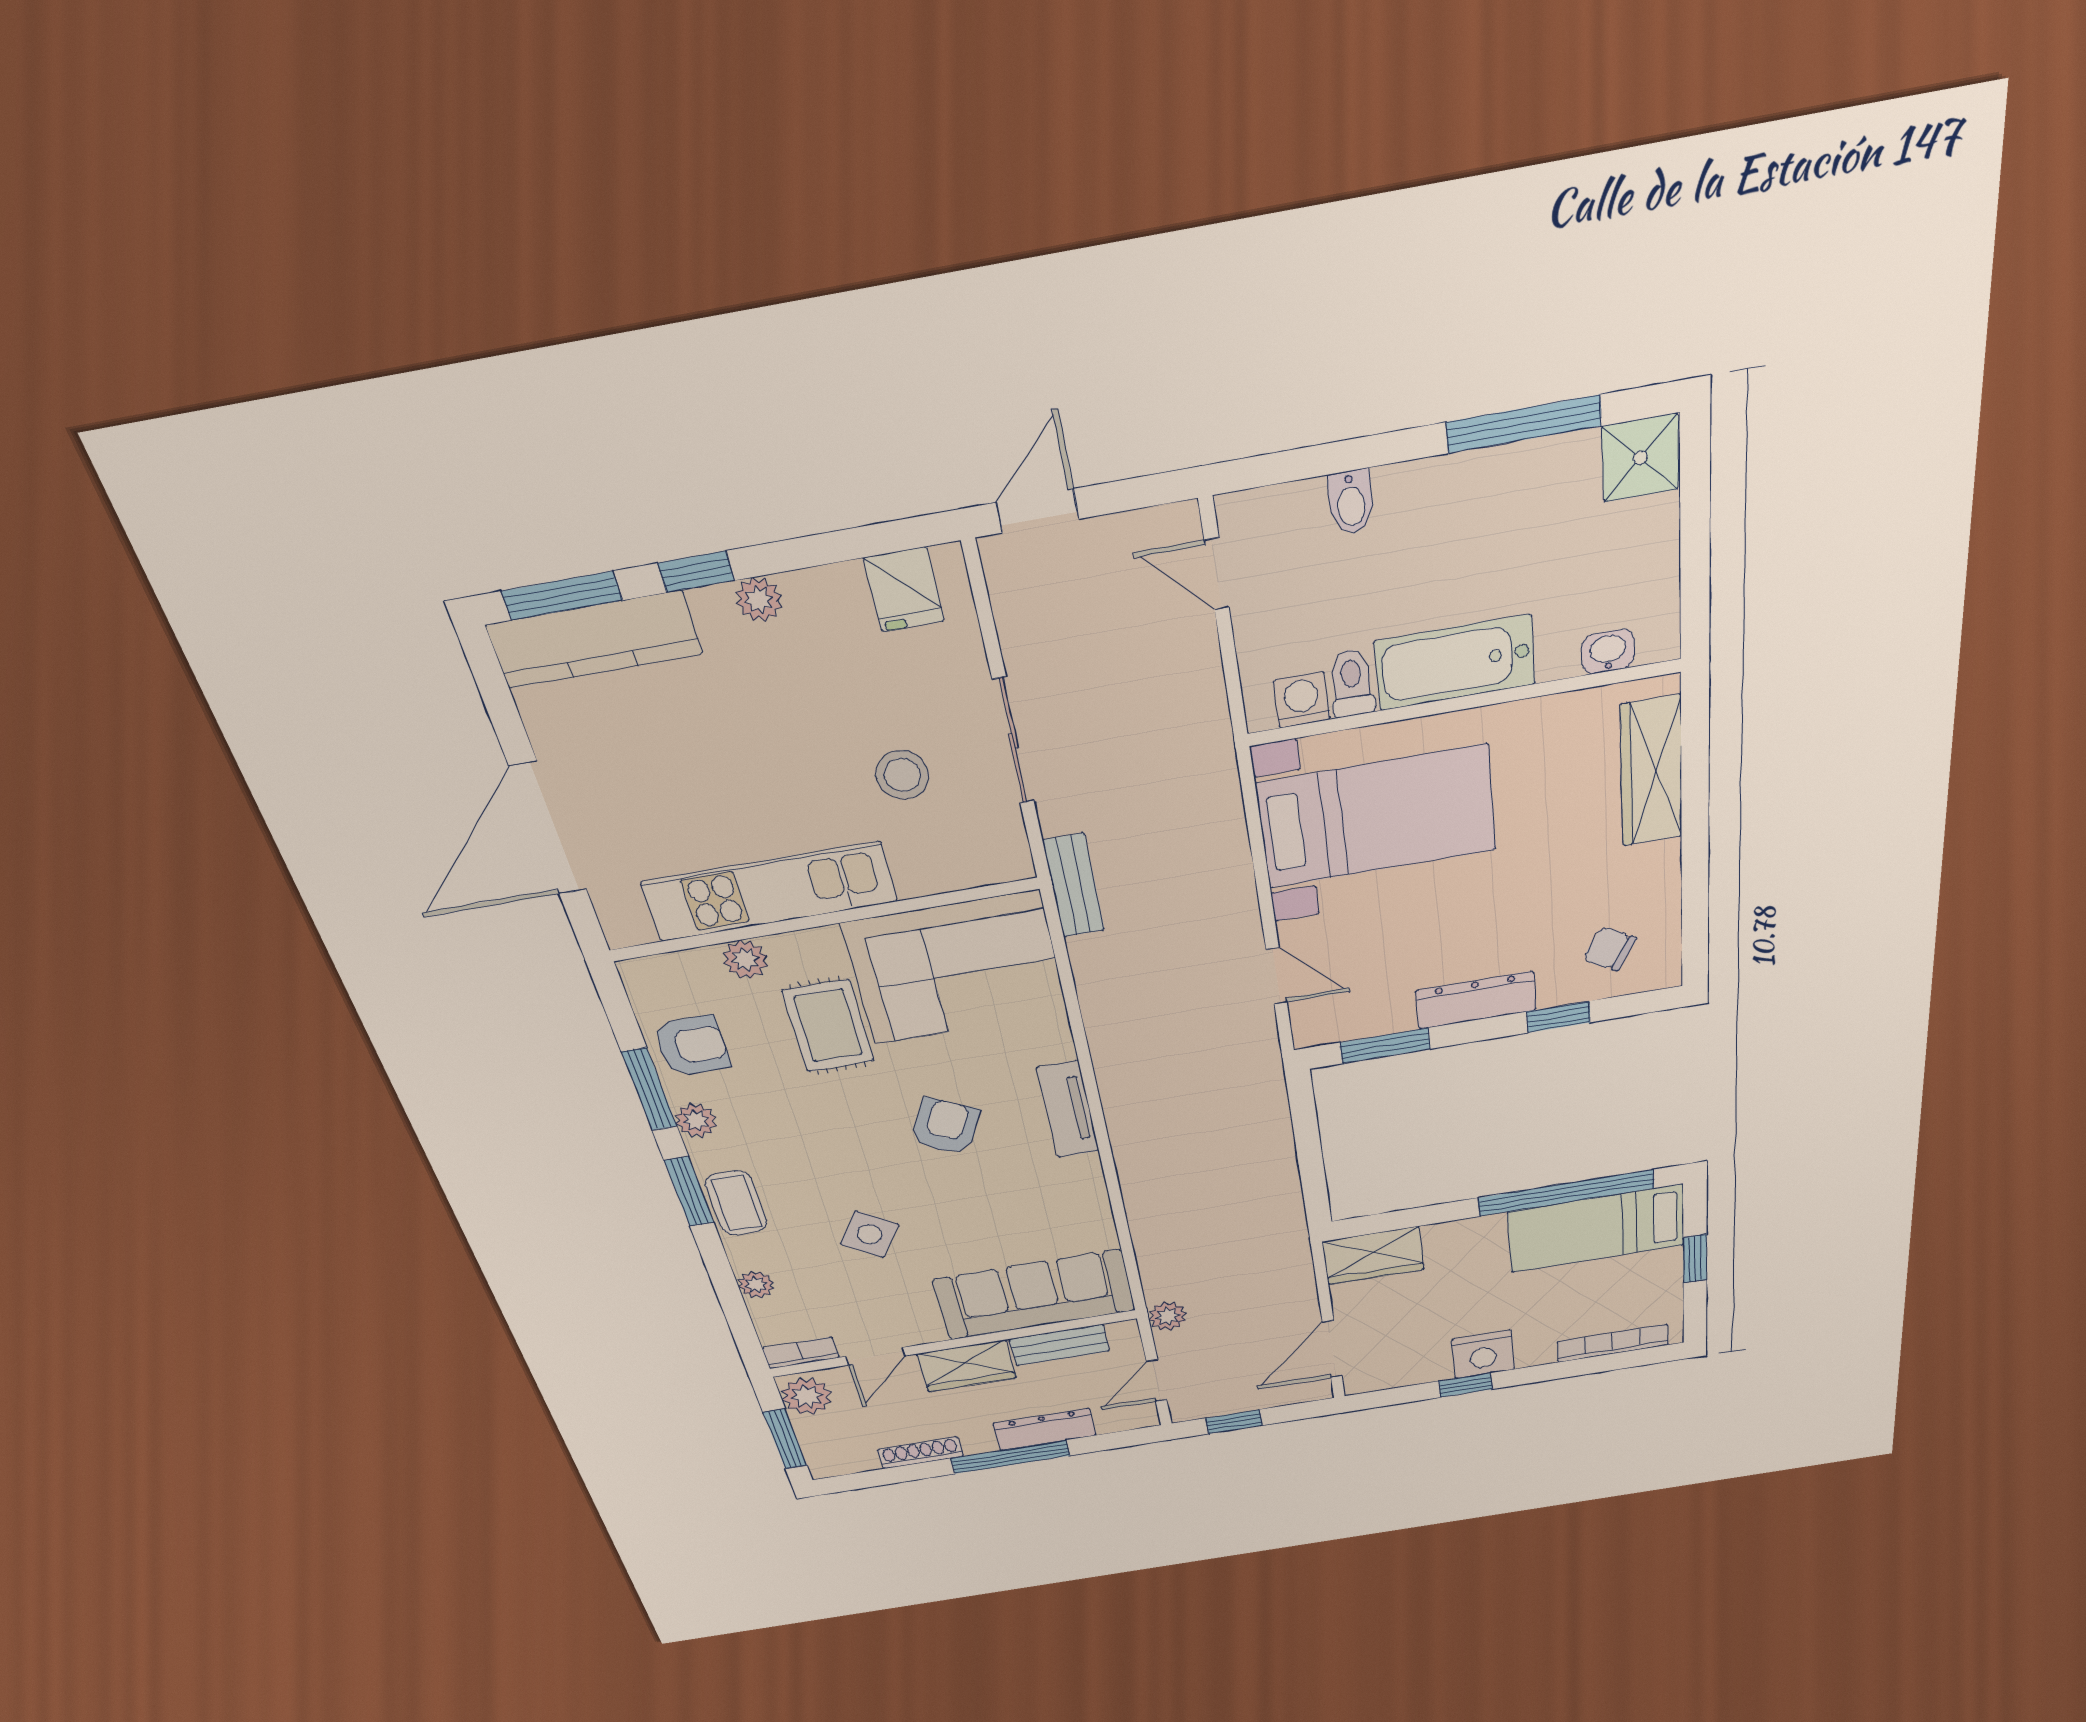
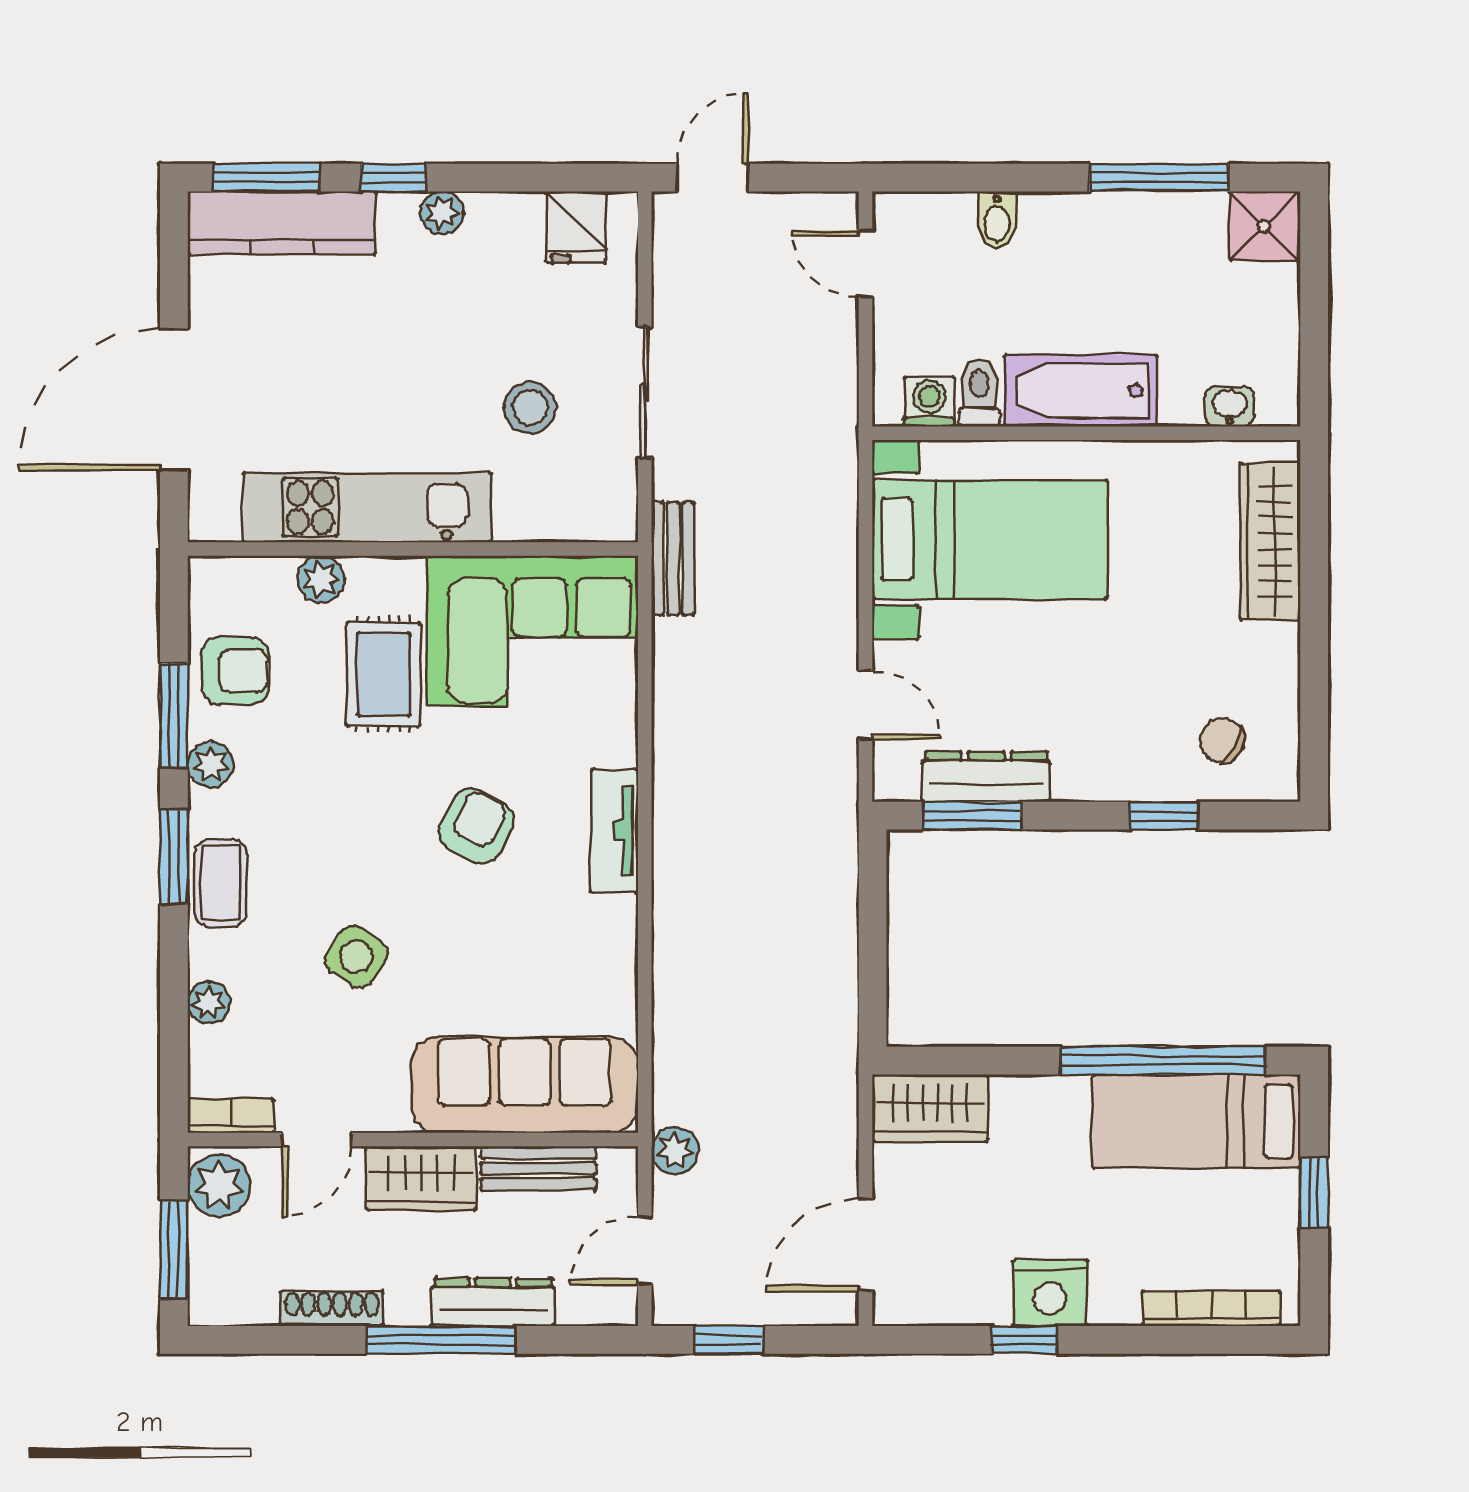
dresser: (1476, 1000) -> (986, 777), moved

